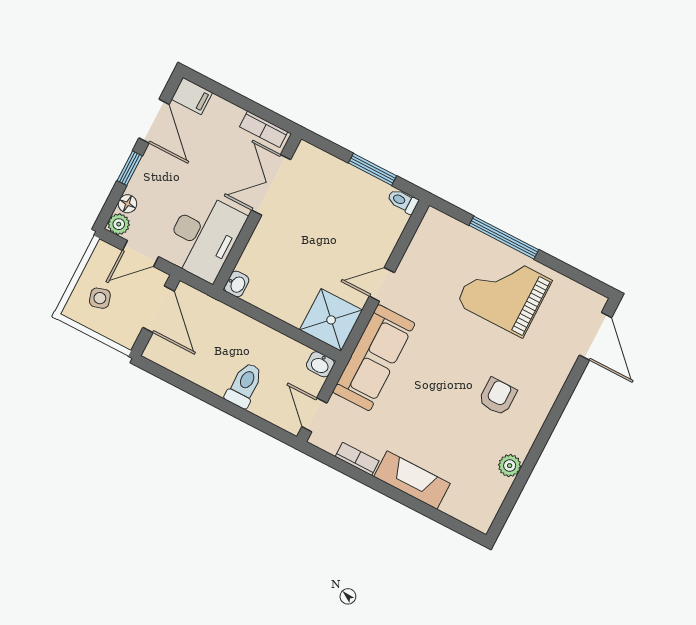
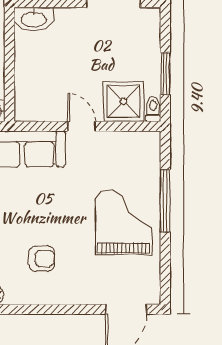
washbasin: (237, 284) -> (34, 19), width x1.91, depth x1.45
shower: (331, 320) -> (123, 102), moved

